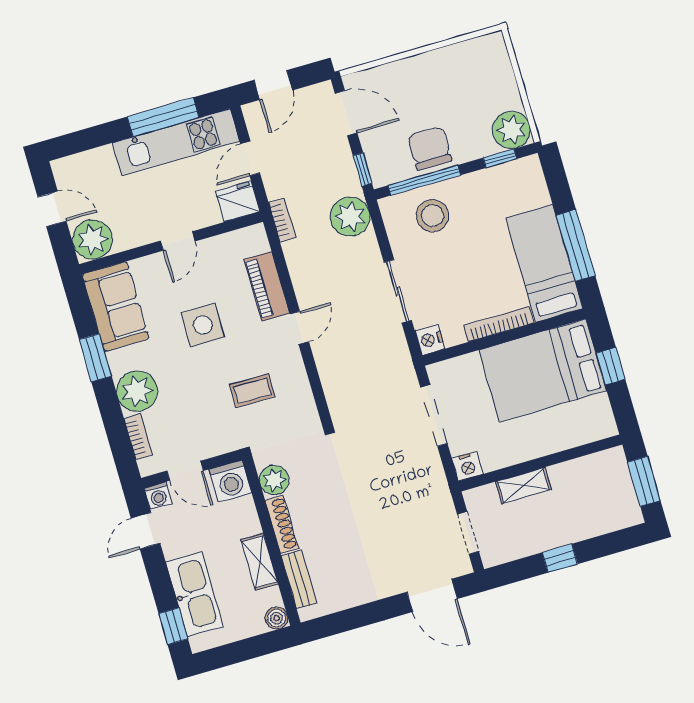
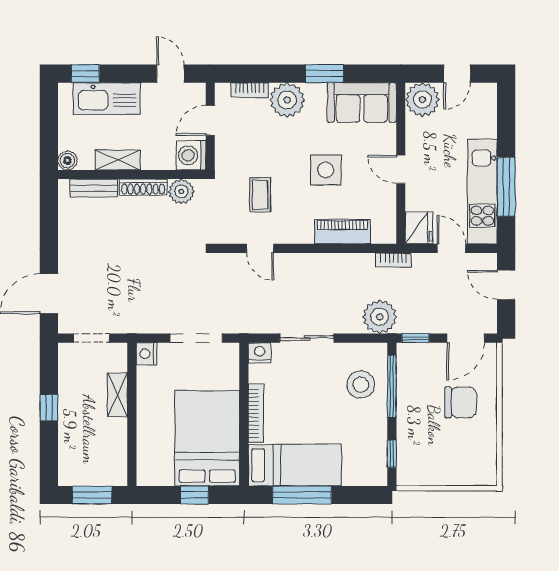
plant: (511, 130) -> (412, 470), removed
chair: (430, 148) -> (461, 402), moved
door: (299, 328) -> (260, 248), moved
washing machine: (158, 496) -> (196, 92), removed

